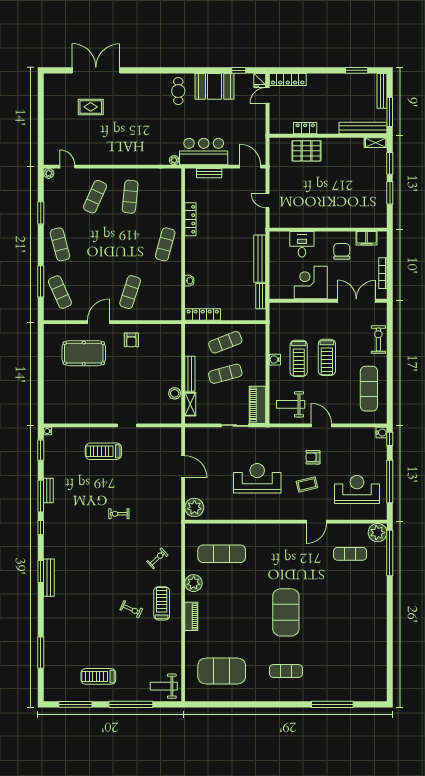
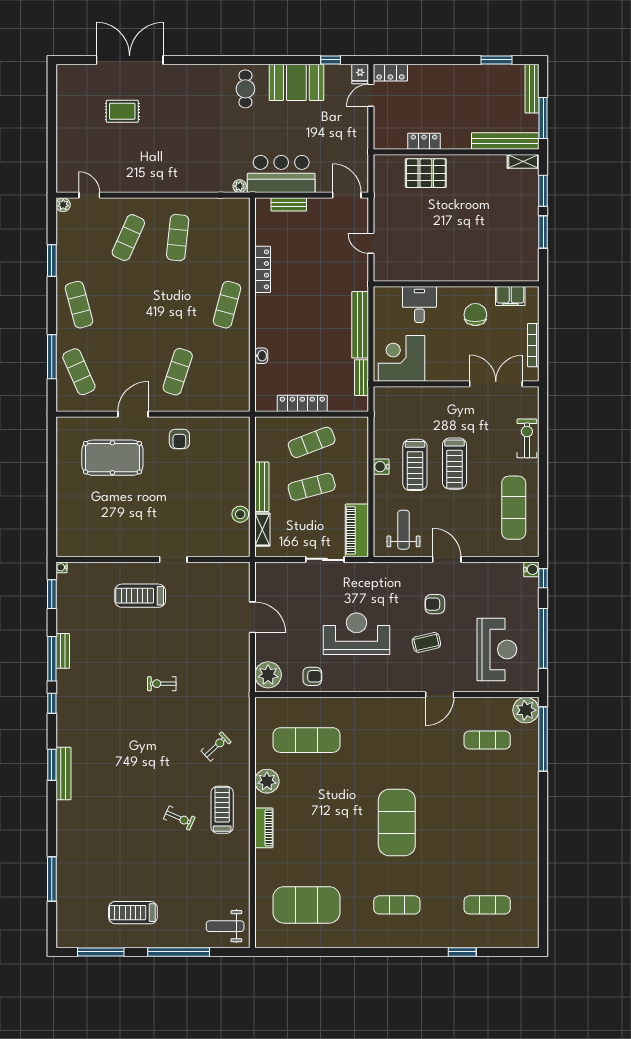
locker: (288, 80) -> (390, 73), width x0.66
corner desk: (311, 283) -> (401, 358), moved
locker: (203, 315) -> (302, 403), moved
weight bench: (291, 404) -> (403, 530), turned 90
reception desk: (357, 489) -> (497, 649), turned 90
armchair: (226, 509) -> (312, 676), added
exercise mat: (350, 671) -> (487, 905), added
window: (332, 704) -> (462, 952), width x0.47

